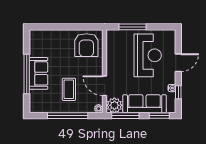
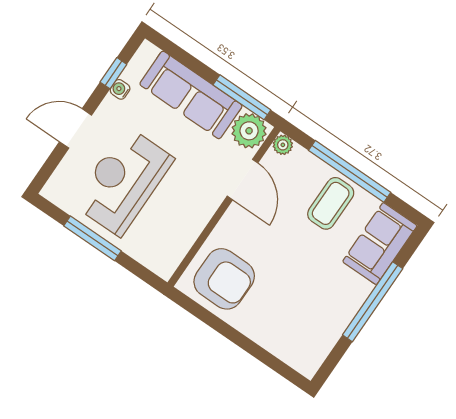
window: (133, 27) -> (93, 238), moved
armchair: (86, 45) -> (224, 279), turned 90
sofa: (38, 73) -> (380, 244), moved
coffee table: (69, 89) -> (331, 203), moved
window: (159, 116) -> (179, 54), removed

